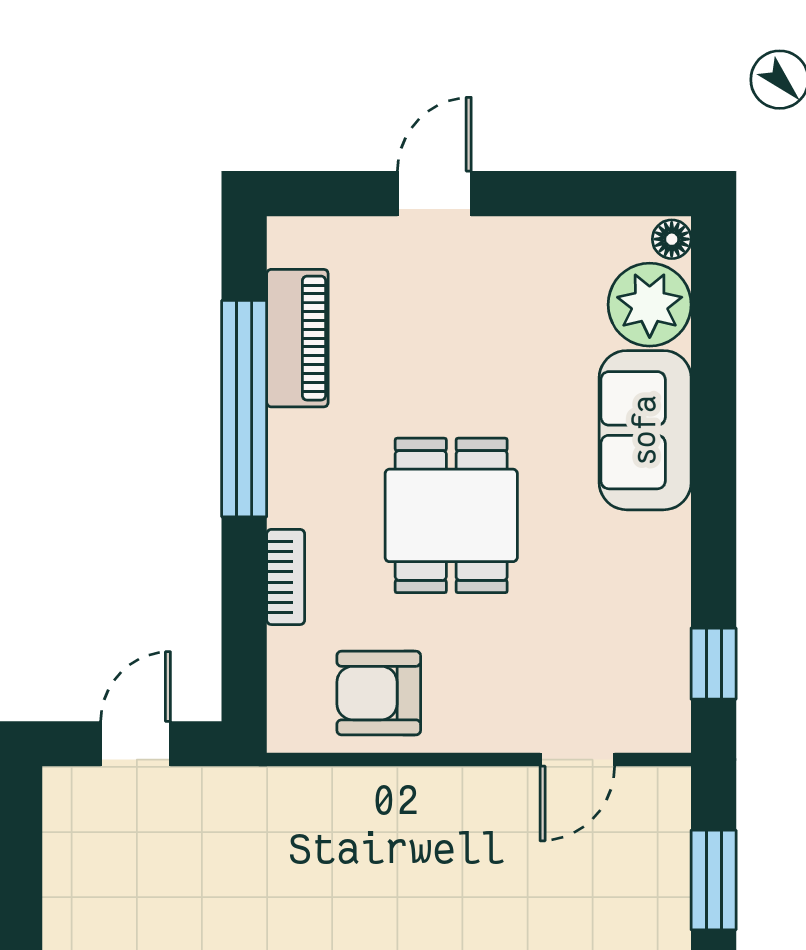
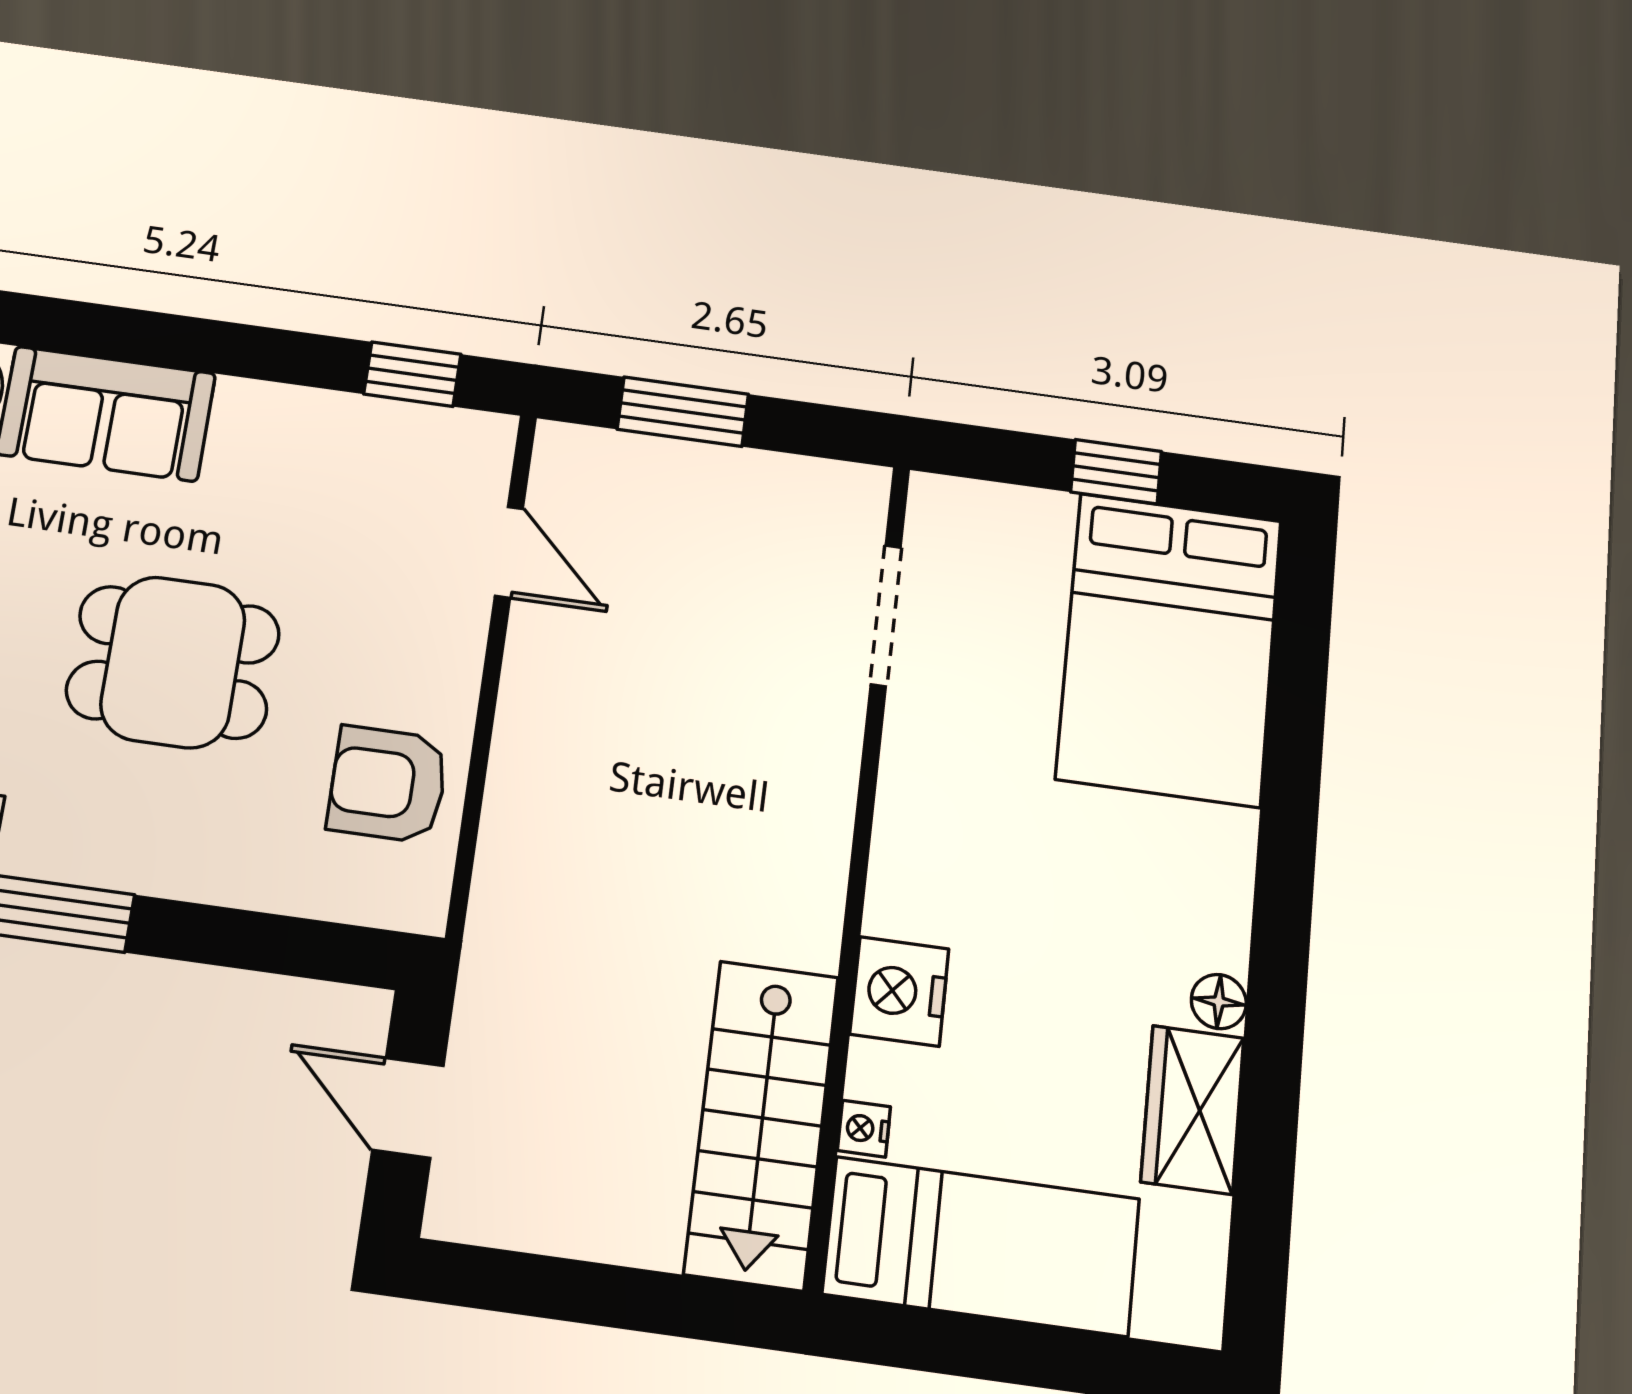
bookcase: (286, 577) -> (218, 881), removed
armchair: (379, 693) -> (388, 784), turned 90

